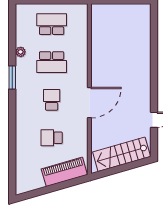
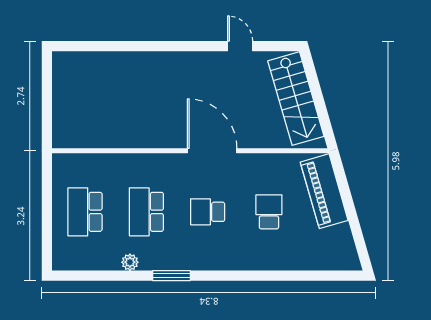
school desk: (52, 62) -> (146, 212), turned 180
school desk: (52, 138) -> (269, 212), turned 180

